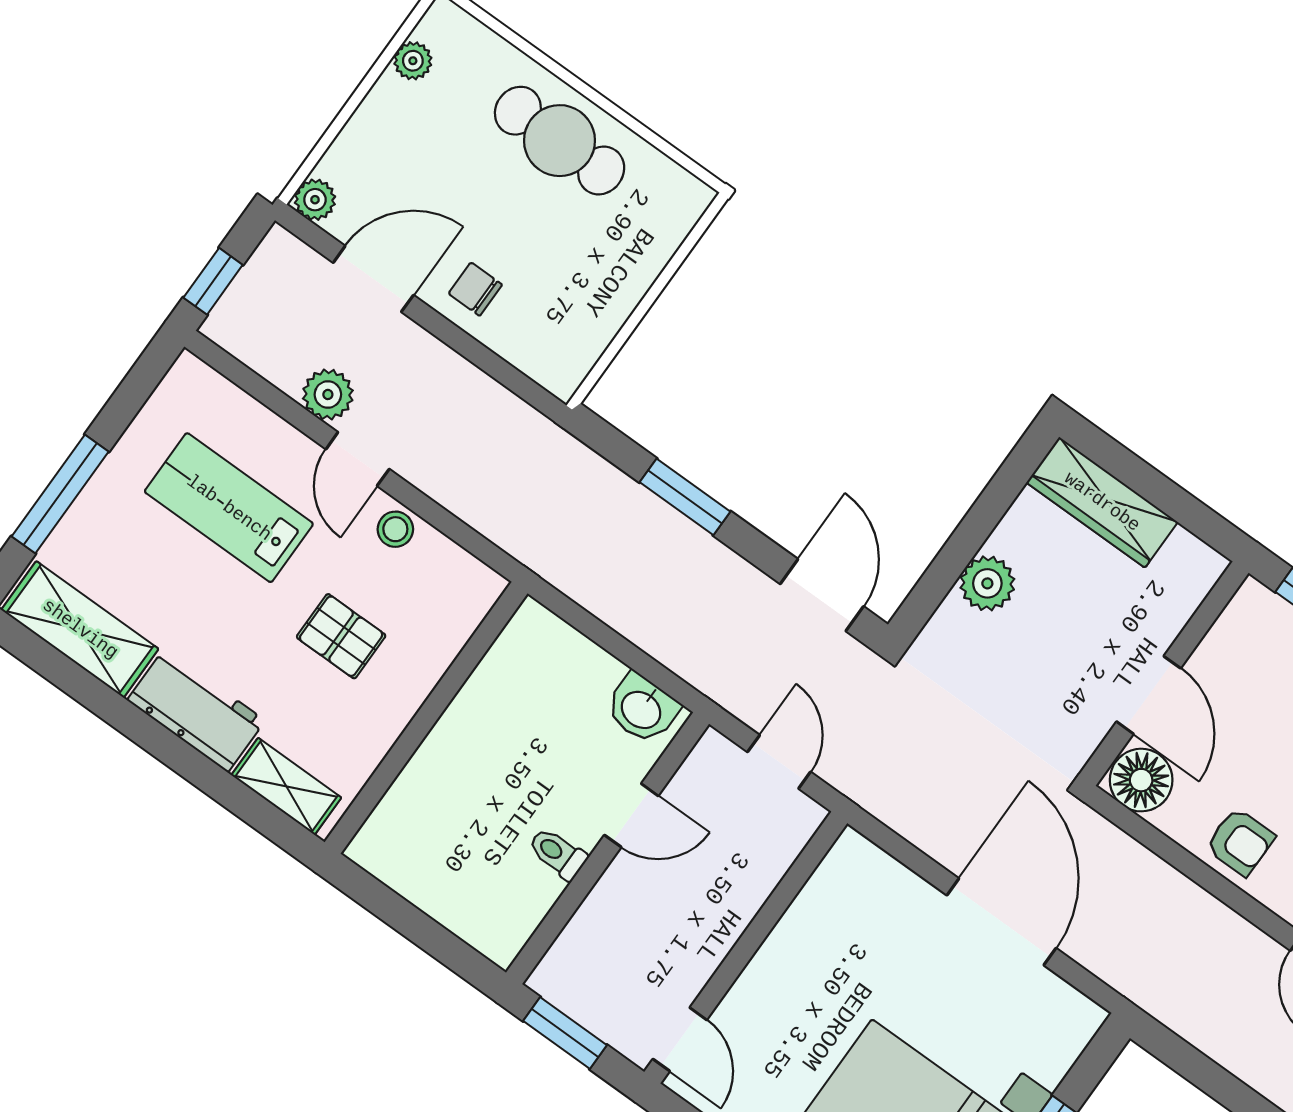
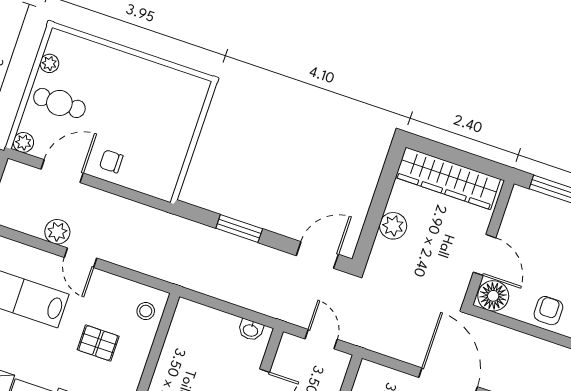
cafe table: (560, 141) -> (59, 103), moved, width x0.73, depth x0.74
wardrobe: (1102, 502) -> (448, 178), width x1.40, depth x1.17
stool: (395, 529) -> (146, 311), moved
door: (822, 595) -> (317, 255), hinge flipped
washbasin: (642, 709) -> (251, 330), width x0.72, depth x0.69
armchair: (1240, 842) -> (548, 311), turned -90

